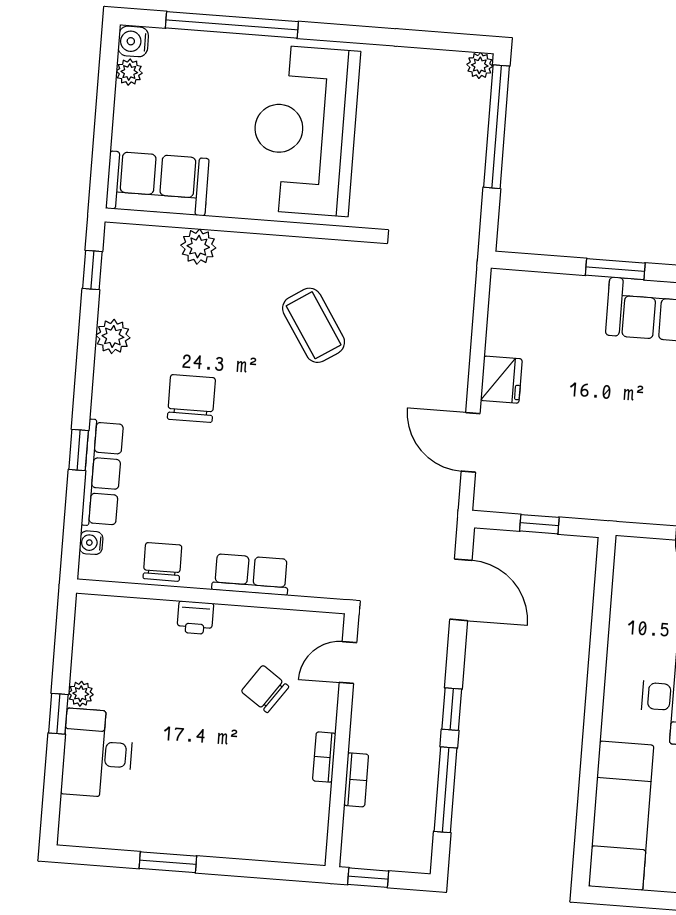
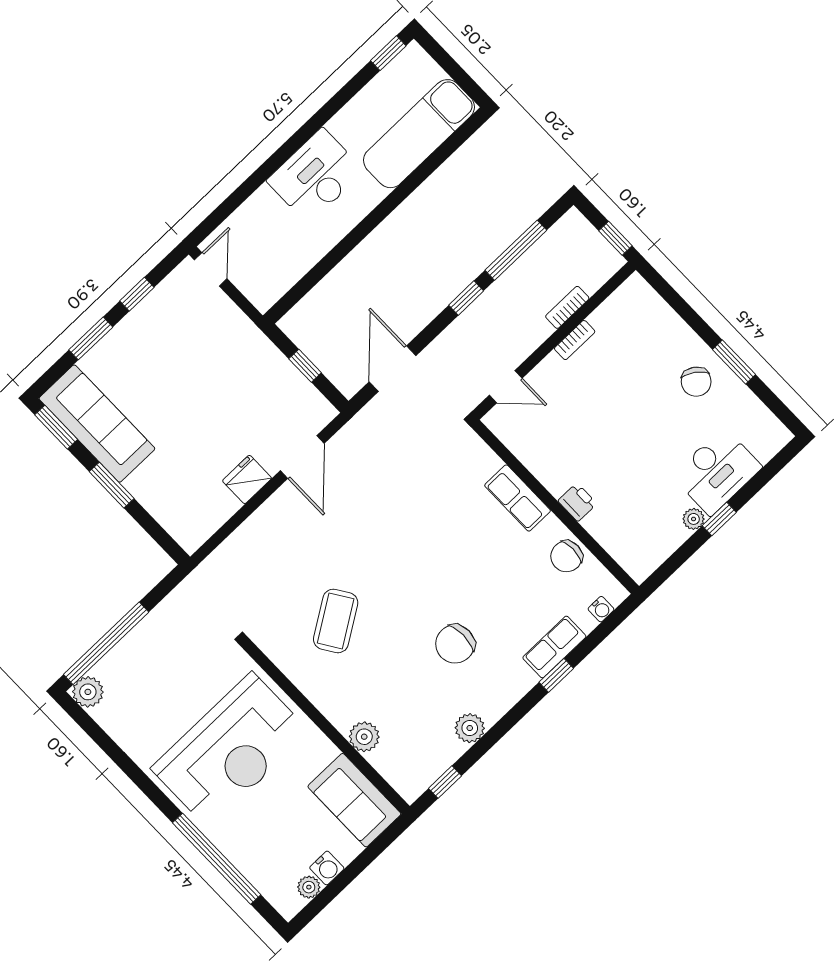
water cooler: (133, 41) -> (327, 868), moved
plant: (480, 65) -> (88, 692), width x1.38, depth x1.38
row of seats: (102, 473) -> (554, 647), width x0.68
chair: (265, 689) -> (696, 382), moved

